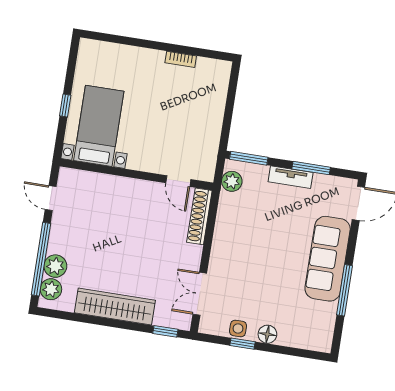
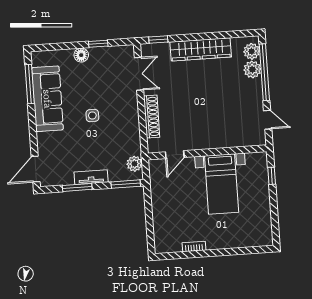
window: (65, 106) -> (272, 176), moved
bed with nightstands: (99, 126) -> (222, 184), moved
door: (178, 181) -> (175, 155), swing flipped
shoe rack: (199, 216) -> (152, 117), moved
sofa: (328, 259) -> (47, 99), moved
window: (345, 290) -> (30, 84), moved
side table: (238, 328) -> (92, 116), moved

